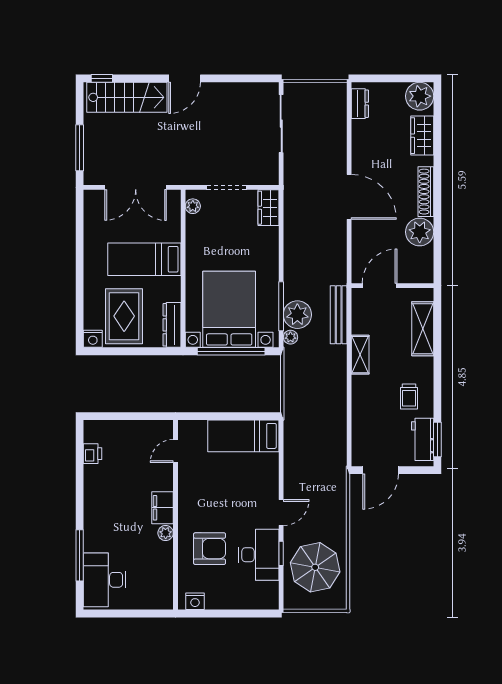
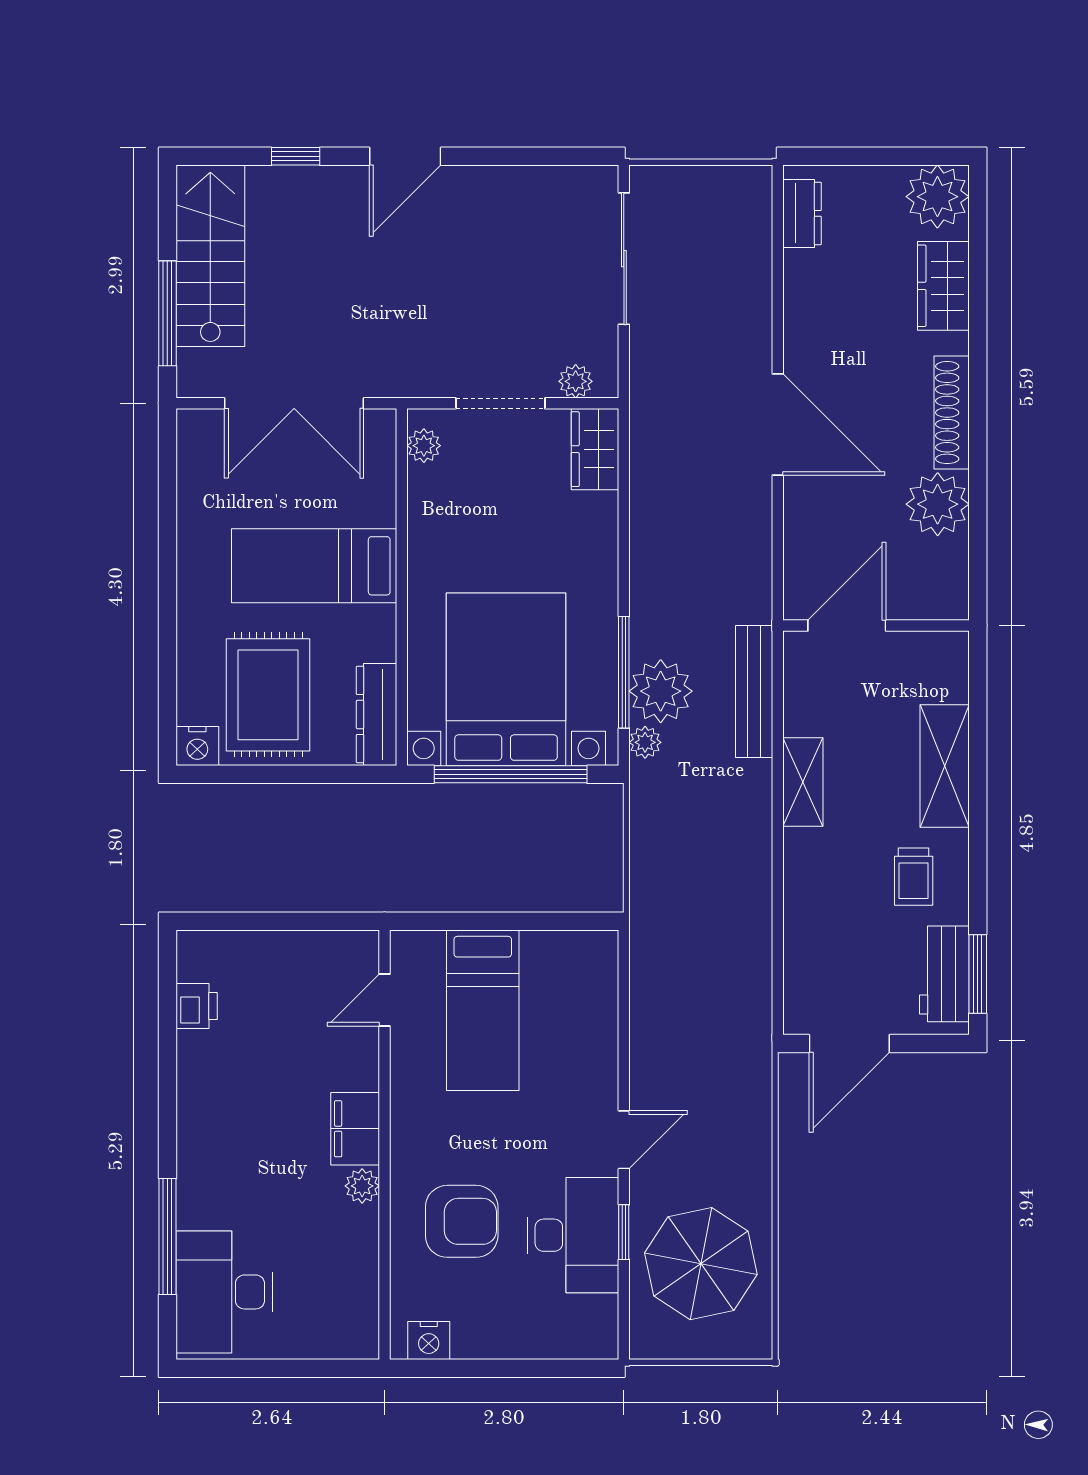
window: (102, 78) -> (296, 156), moved
stairs: (127, 97) -> (210, 256), moved, turned -90
plant: (260, 178) -> (576, 381), added
shelving: (423, 329) -> (945, 766), moved
bed: (243, 436) -> (483, 1010), moved, turned -90

